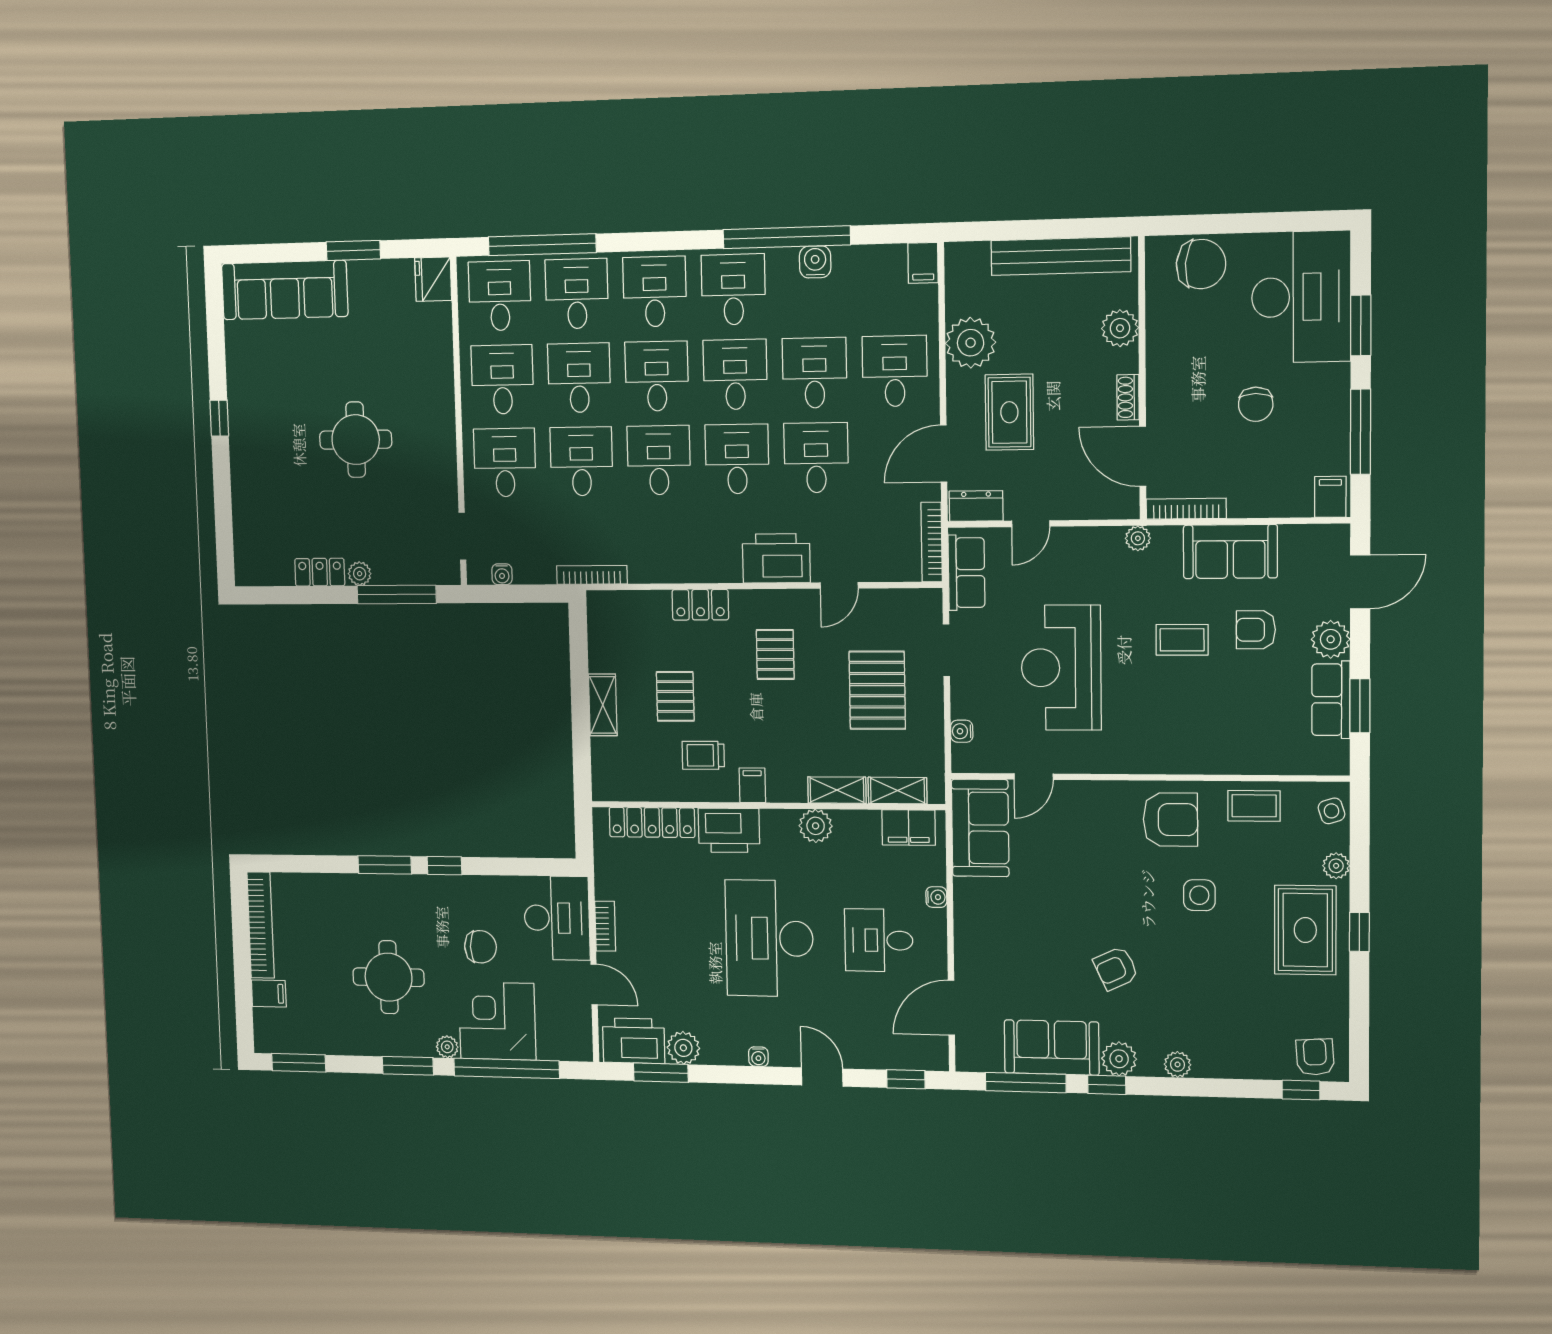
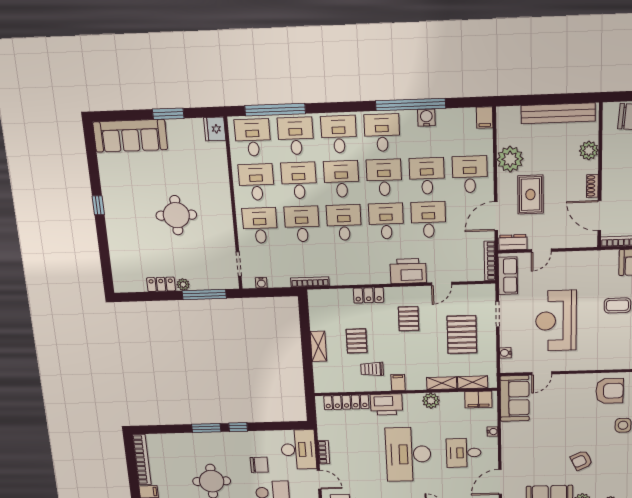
plant: (1138, 538) -> (596, 256), removed

